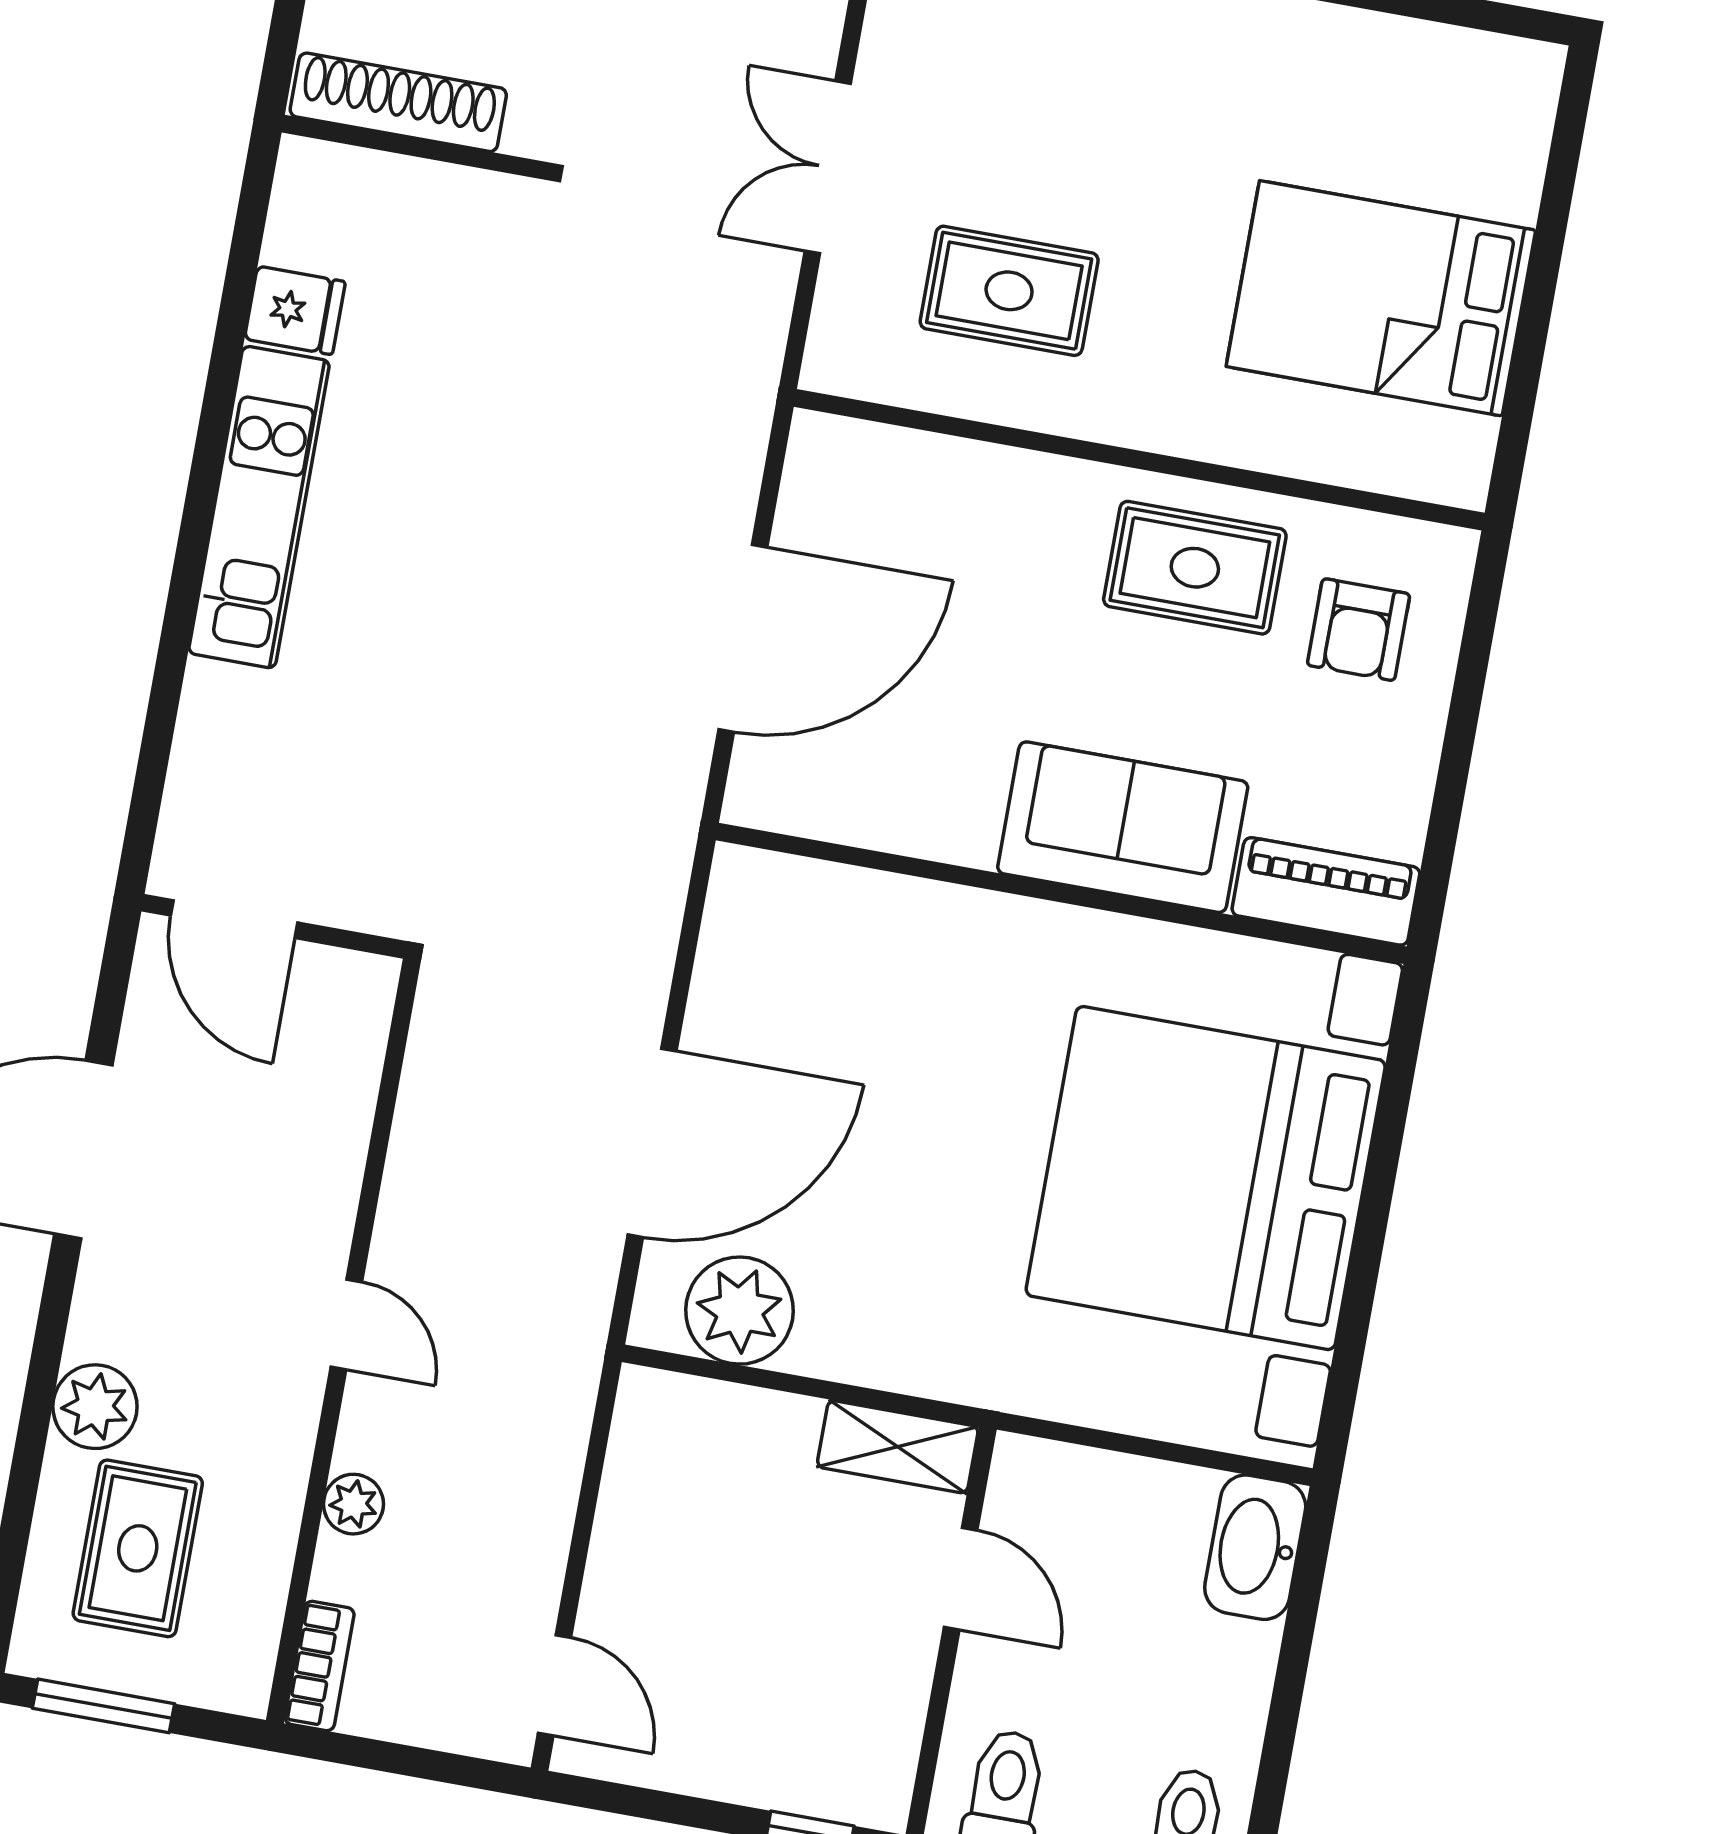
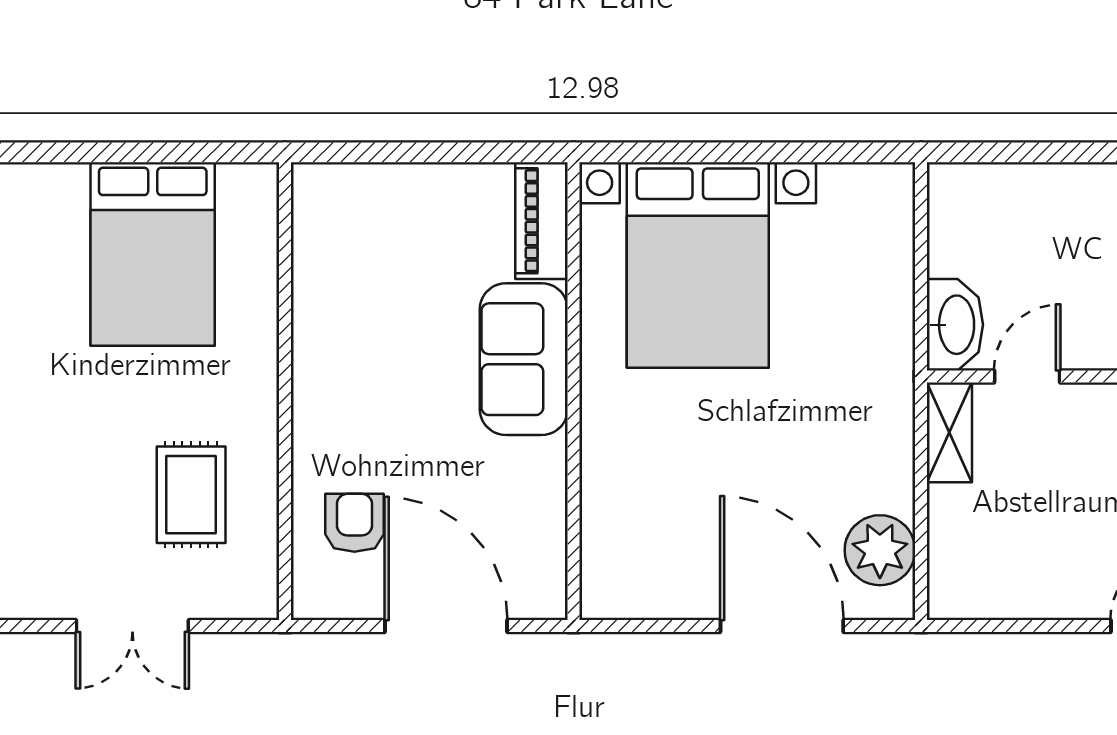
rug: (1195, 568) -> (348, 343), removed
armchair: (1359, 630) -> (354, 523), moved, turned -90
bed with nightstands: (1206, 1178) -> (698, 265), width x0.73
washbasin: (1255, 1547) -> (955, 325), moved, turned -90

